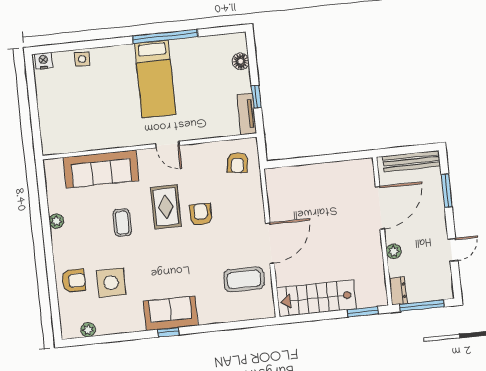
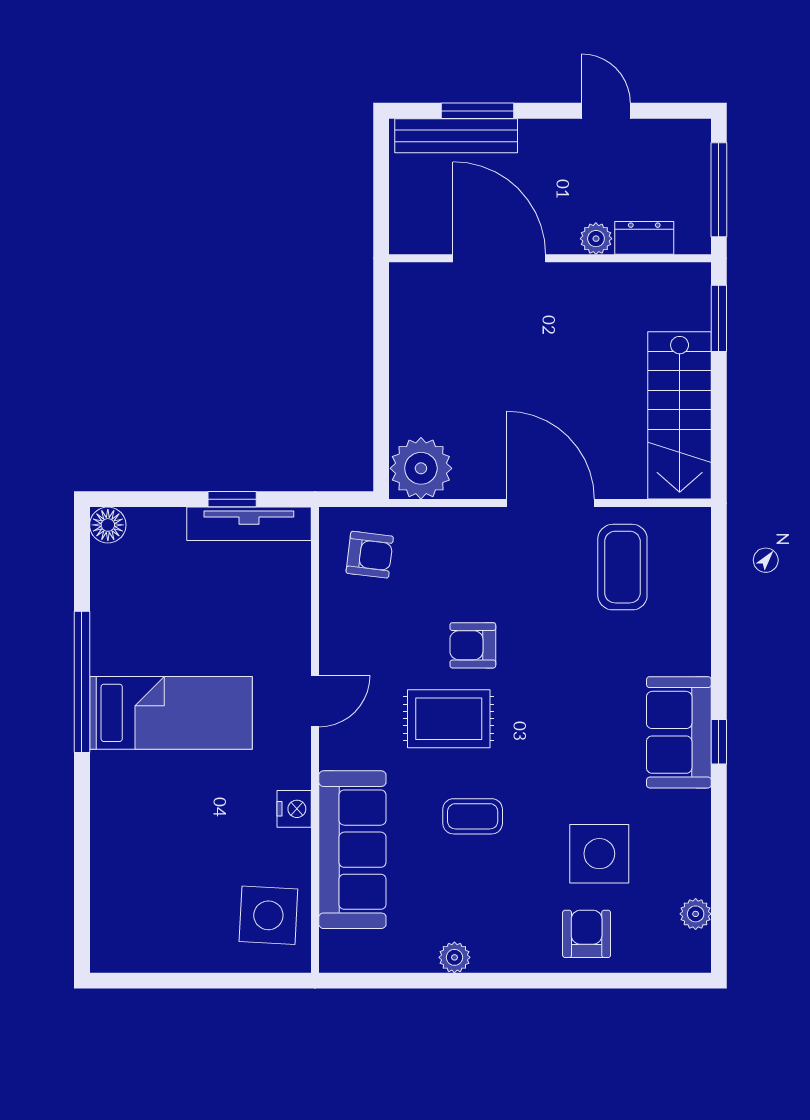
side table: (82, 59) -> (268, 915), moved, width x1.87, depth x1.87
nightstand: (43, 61) -> (294, 809), moved, turned 180
floor lamp: (241, 61) -> (108, 525), moved
tv unit: (247, 114) -> (249, 524), width x1.41
bench: (411, 161) -> (456, 136), moved, turned 90
plant: (280, 182) -> (421, 468), added
dresser: (398, 291) -> (644, 238), moved

